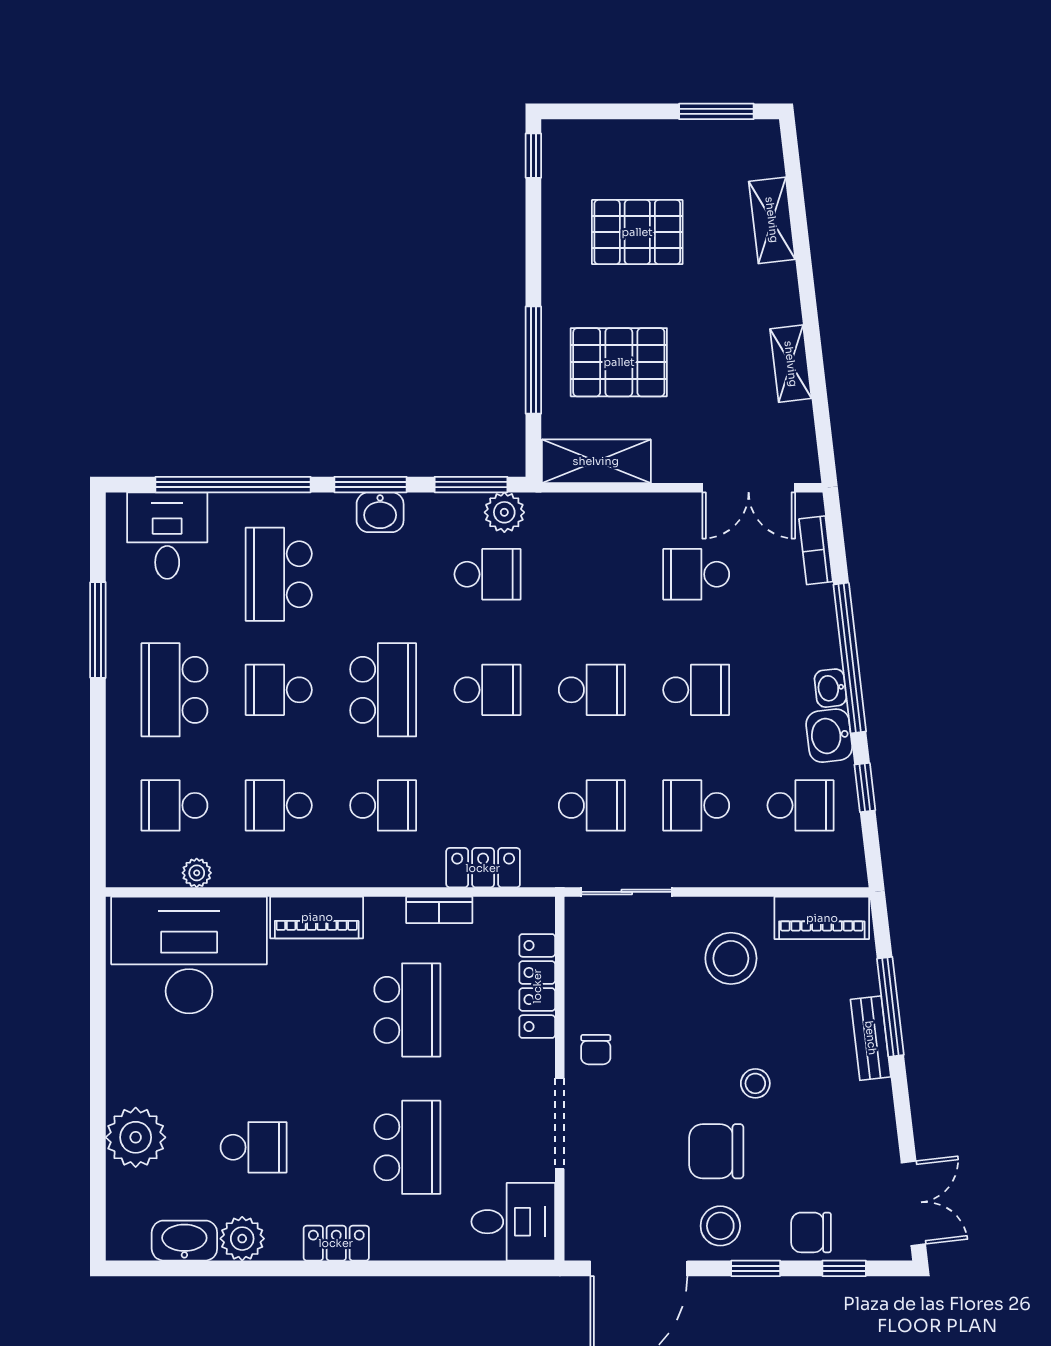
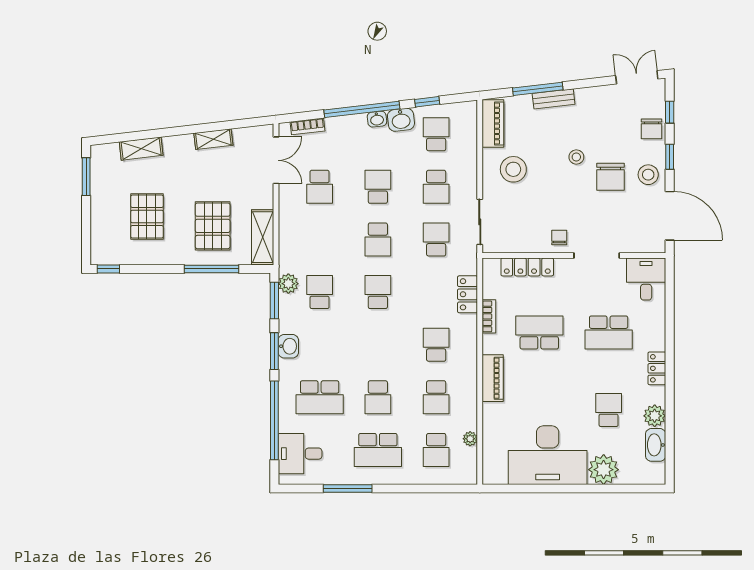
school desk: (383, 690) -> (378, 345), removed
school desk: (592, 690) -> (378, 239), turned 180
desk: (189, 955) -> (548, 455), moved, turned -90
chair: (596, 1050) -> (559, 237), turned -90
school desk: (407, 1147) -> (609, 333), turned 180

